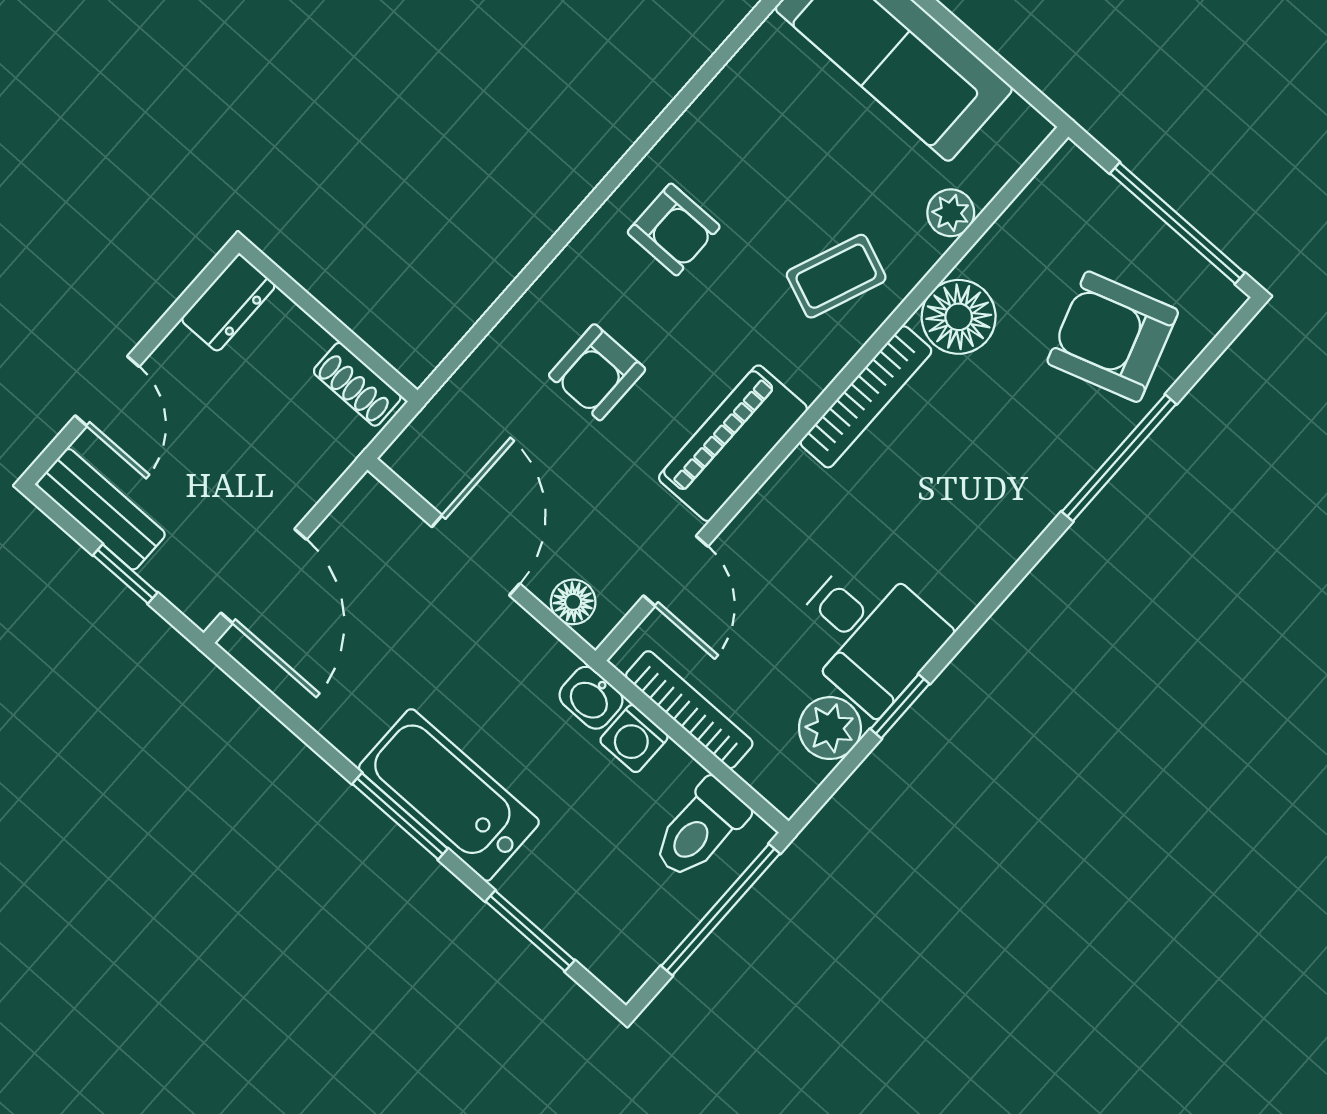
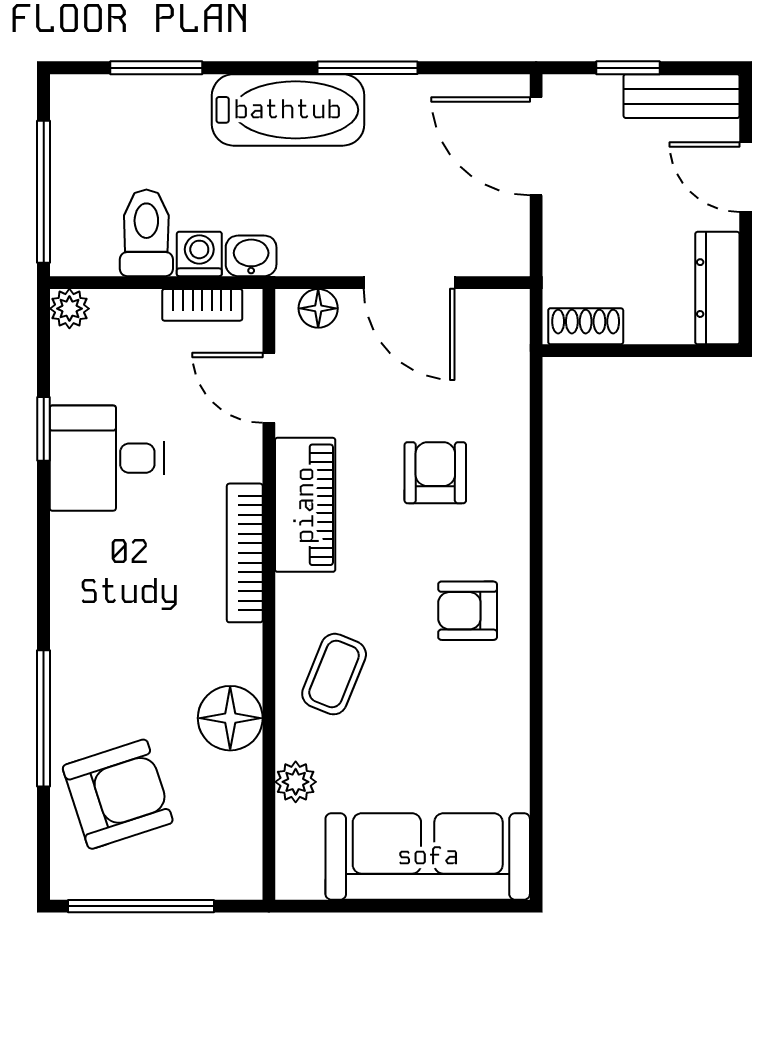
dresser: (228, 303) -> (717, 288), width x1.44
bookcase: (866, 397) -> (245, 553), moved
bookcase: (689, 710) -> (202, 305), width x0.64
plant: (830, 728) -> (69, 309), moved, width x0.73, depth x0.73
window: (400, 816) -> (367, 68), moved
toilet: (700, 829) -> (146, 233), moved

